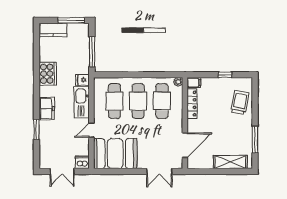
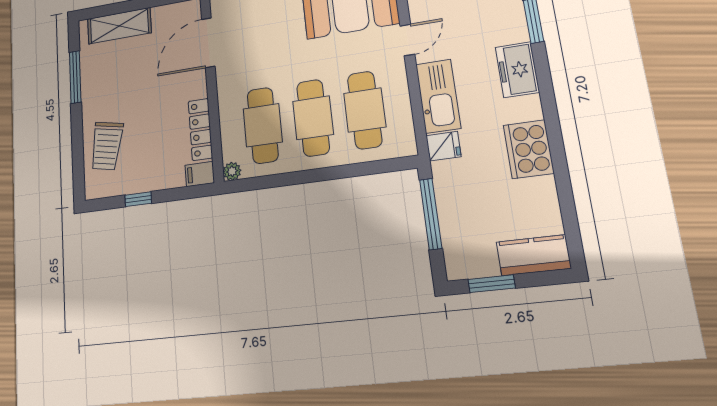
window: (71, 20) -> (492, 284), width x0.69

